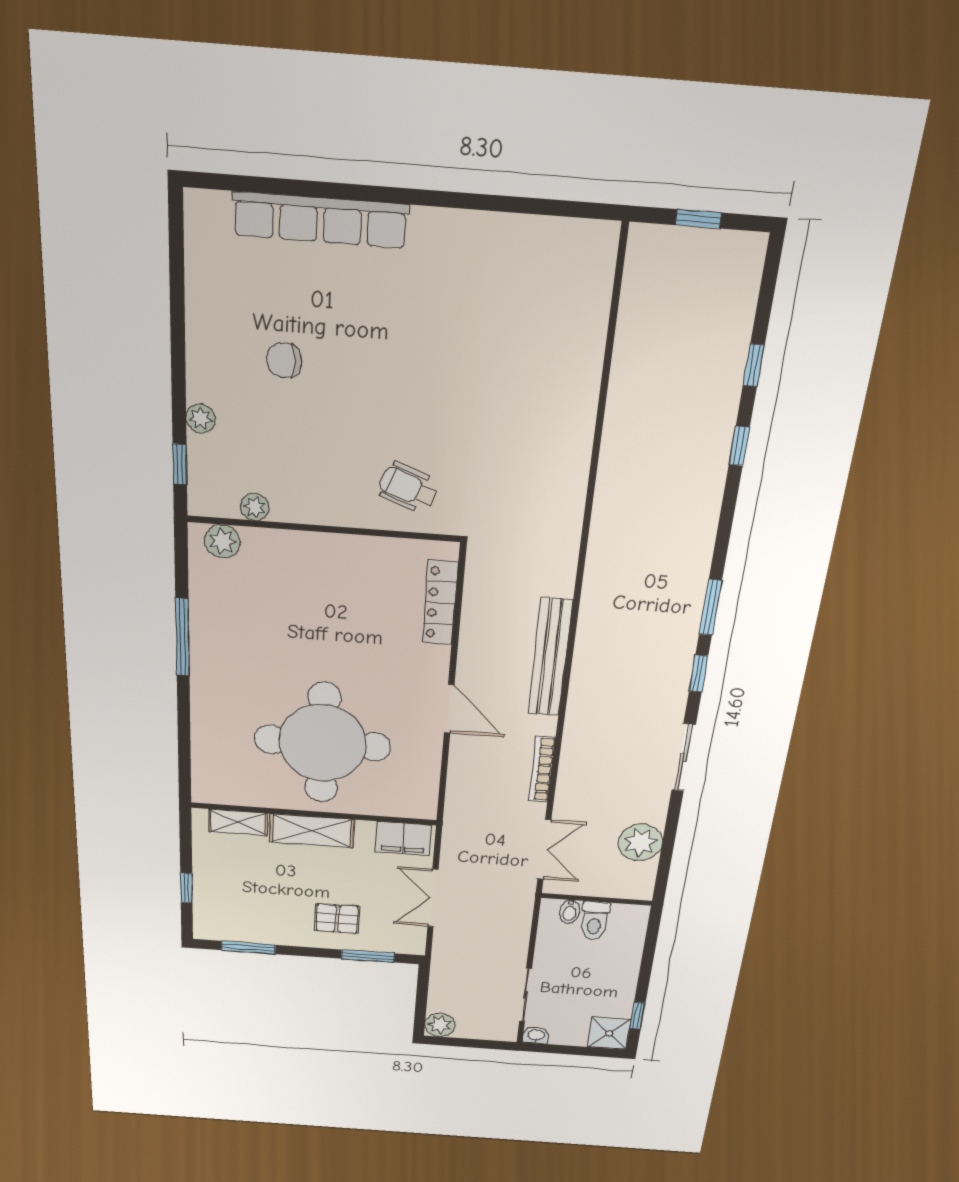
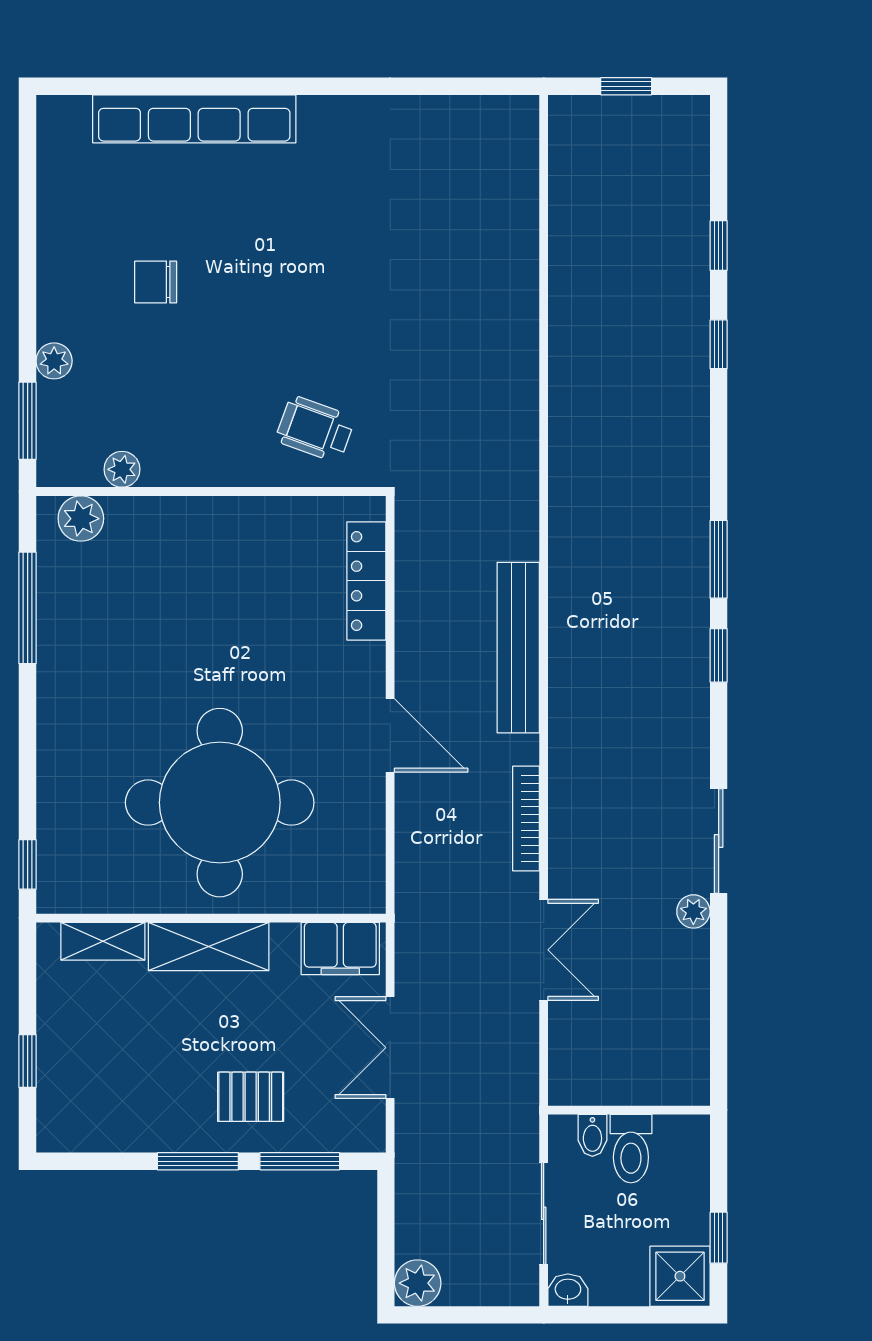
window: (180, 464) -> (28, 421), width x1.50
window: (182, 637) -> (28, 608), moved
sliding door: (684, 758) -> (719, 841), moved
window: (185, 772) -> (28, 864), added
plant: (640, 842) -> (693, 911), width x0.53, depth x0.53
wall: (596, 899) -> (629, 1110), moved
bidet: (570, 912) -> (592, 1135), moved
toilet: (595, 921) -> (631, 1149), moved
window: (248, 948) -> (198, 1161), moved

